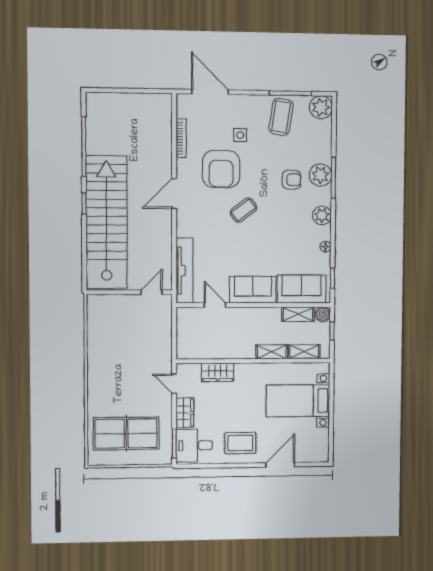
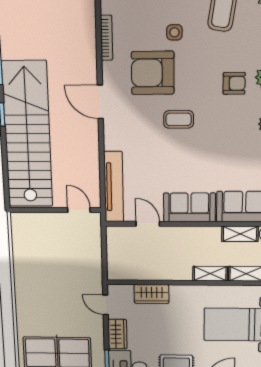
armchair: (221, 169) -> (153, 73), turned 90
door: (174, 194) -> (100, 102), hinge flipped
coffee table: (243, 210) -> (179, 119), turned 37
door: (152, 292) -> (79, 210), hinge flipped

